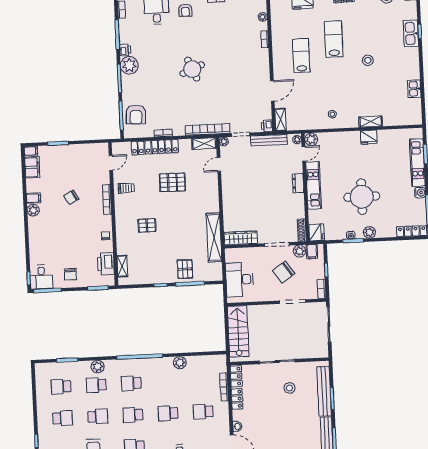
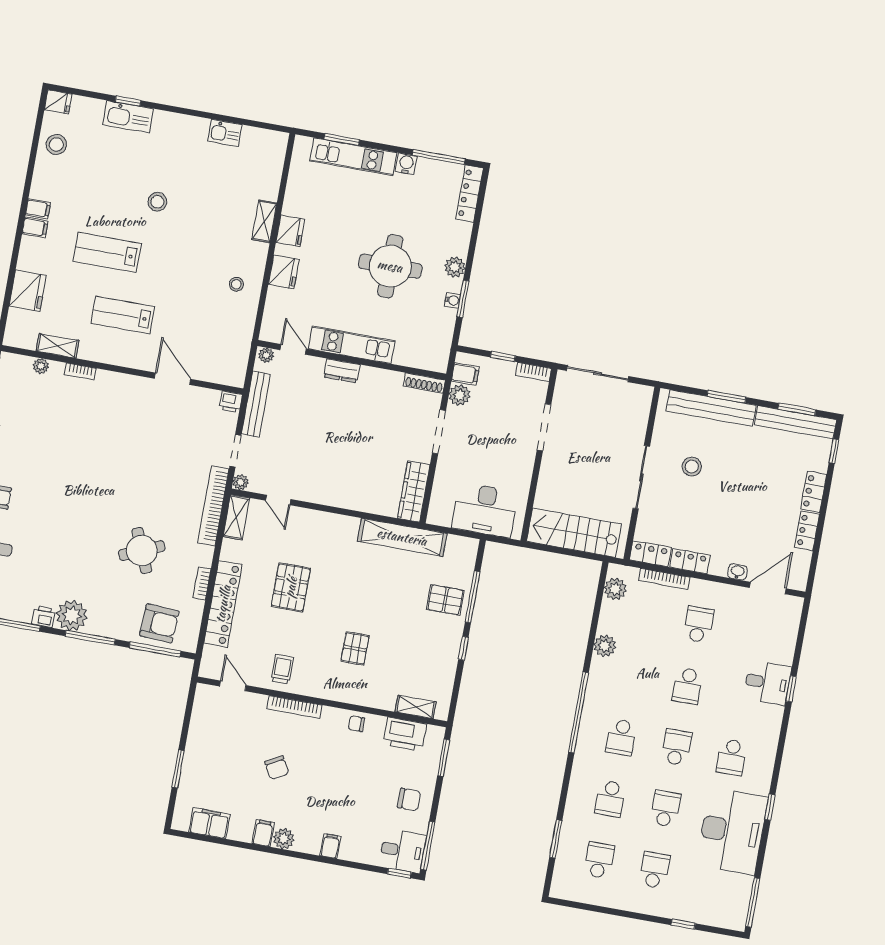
round table: (192, 69) -> (142, 551), moved
shelving: (280, 120) -> (58, 346), moved
plant: (311, 139) -> (271, 331), removed
filing cabinet: (31, 151) -> (330, 846), moved
fridge: (316, 232) -> (284, 272), moved, turned 90
chair: (284, 272) -> (490, 431), removed
plant: (98, 367) -> (615, 589), moved
school desk: (61, 387) -> (599, 860), turned 180
school desk: (203, 412) -> (698, 625), turned 180
school desk: (133, 415) -> (676, 747), turned 180

